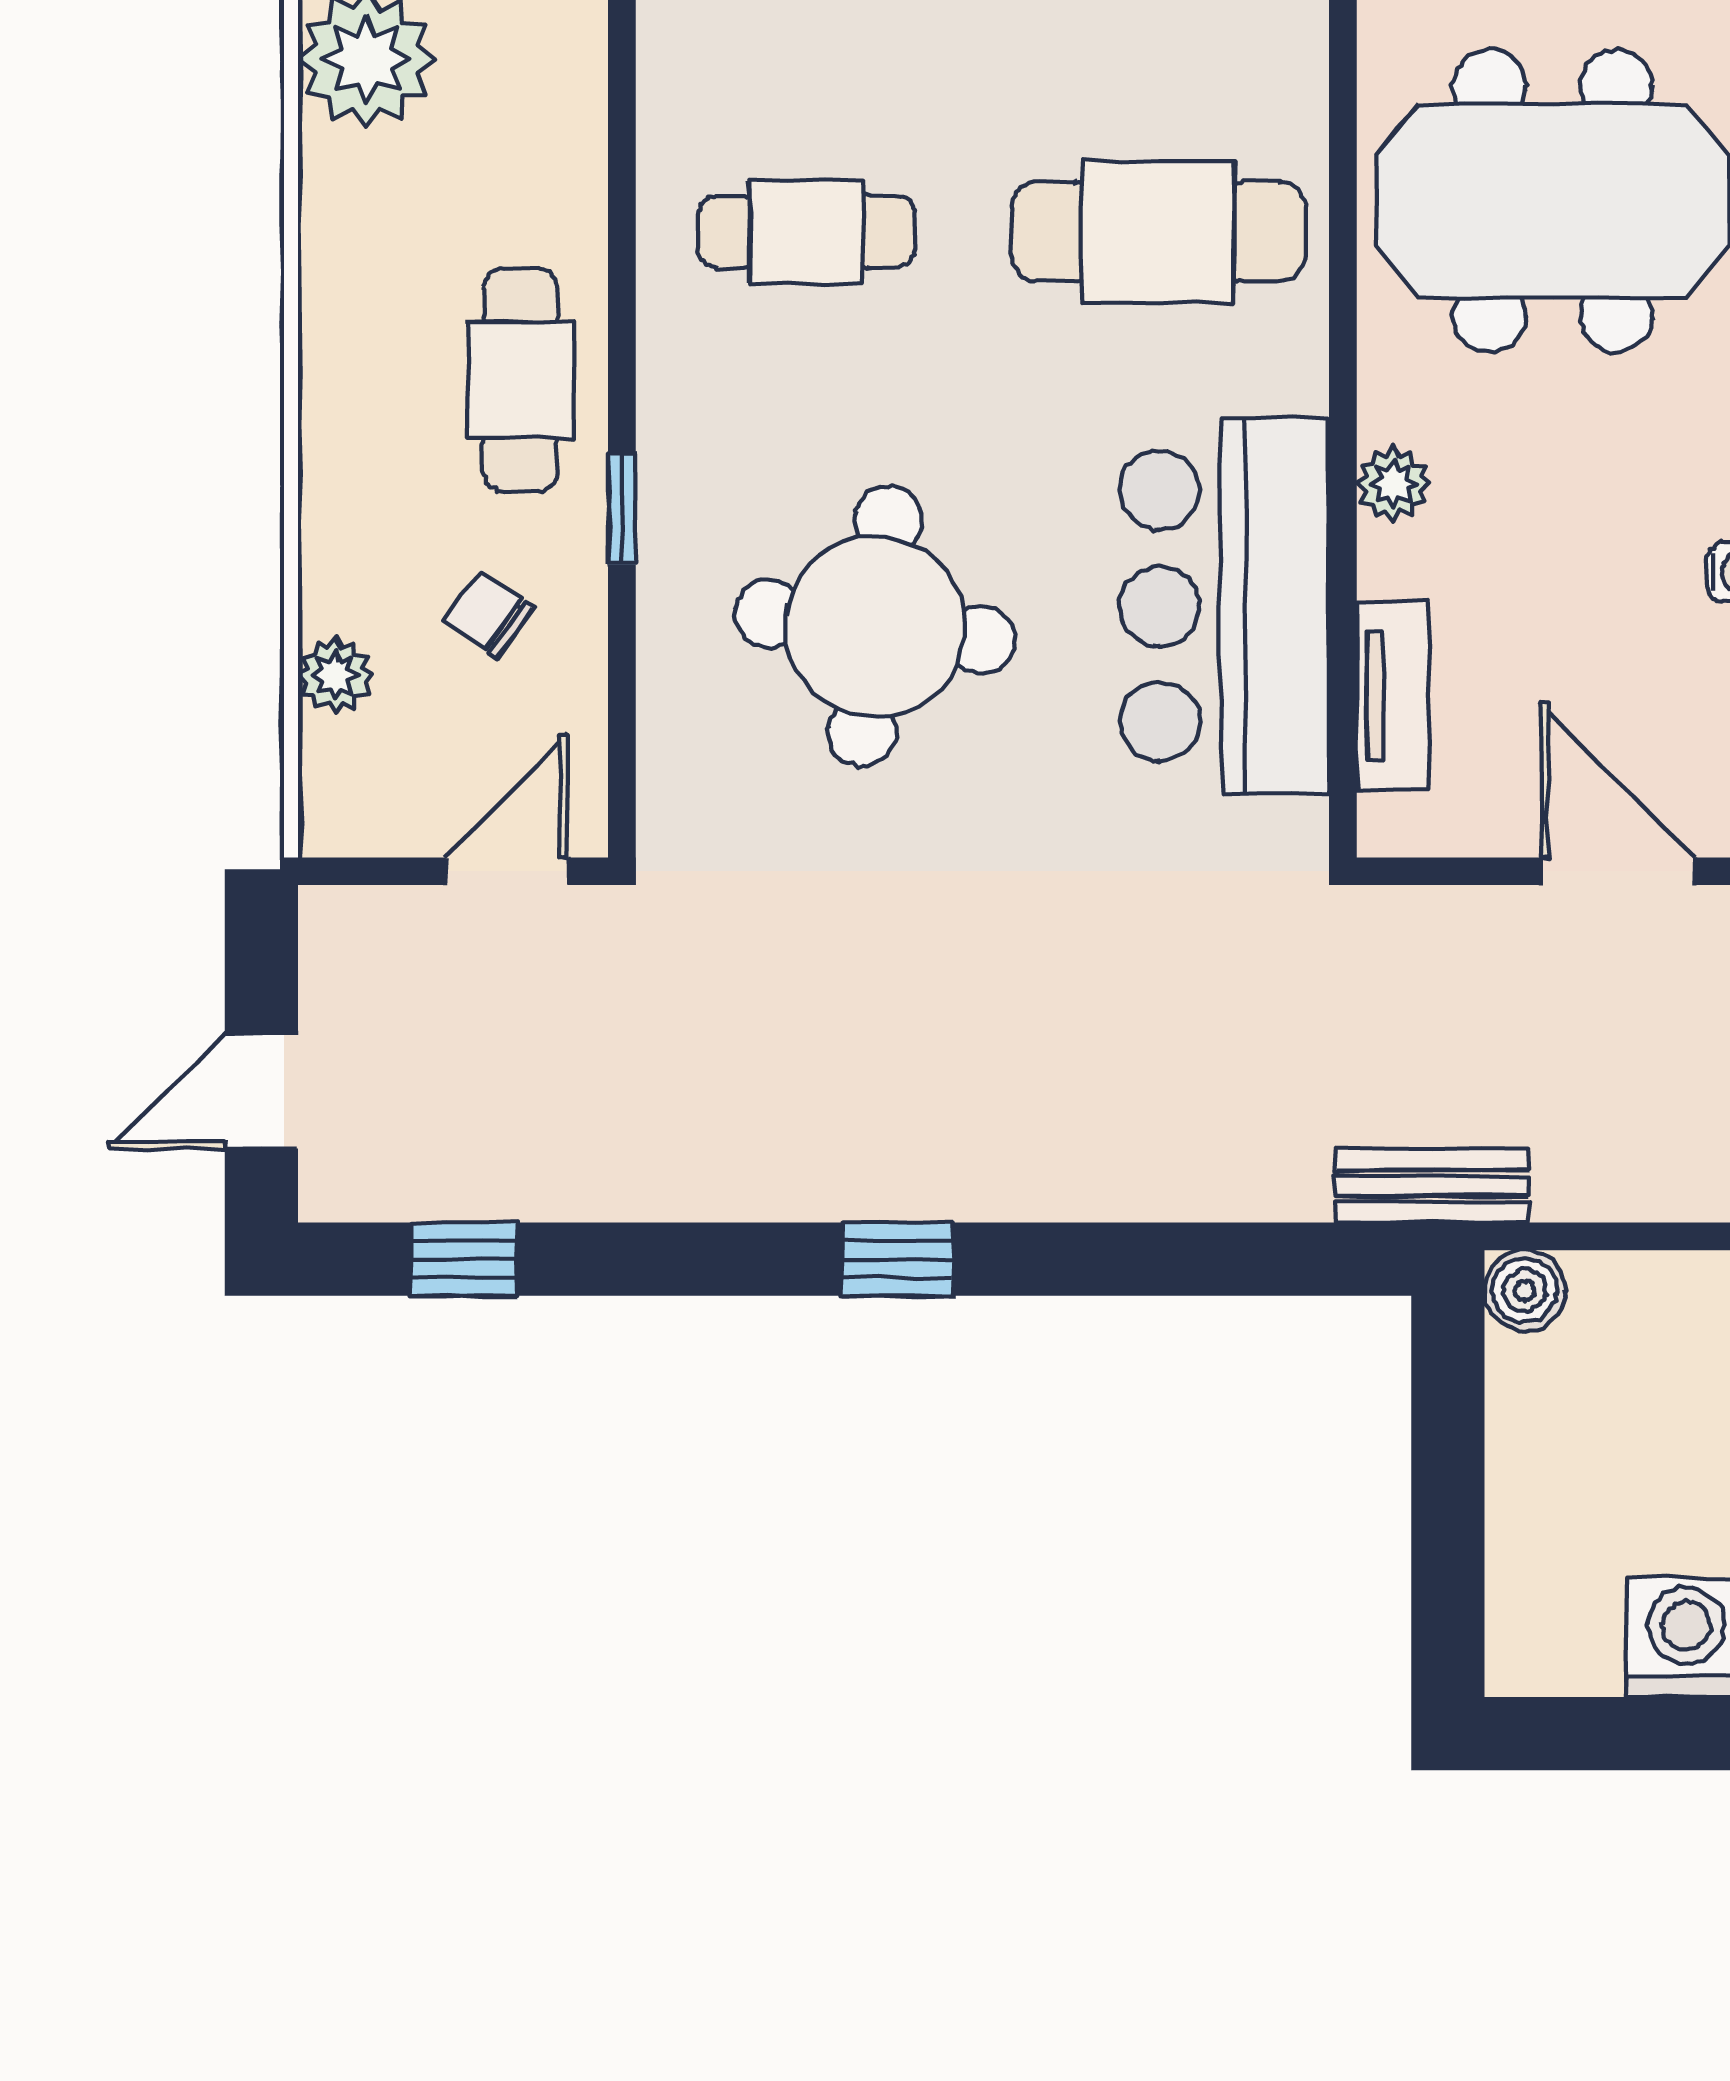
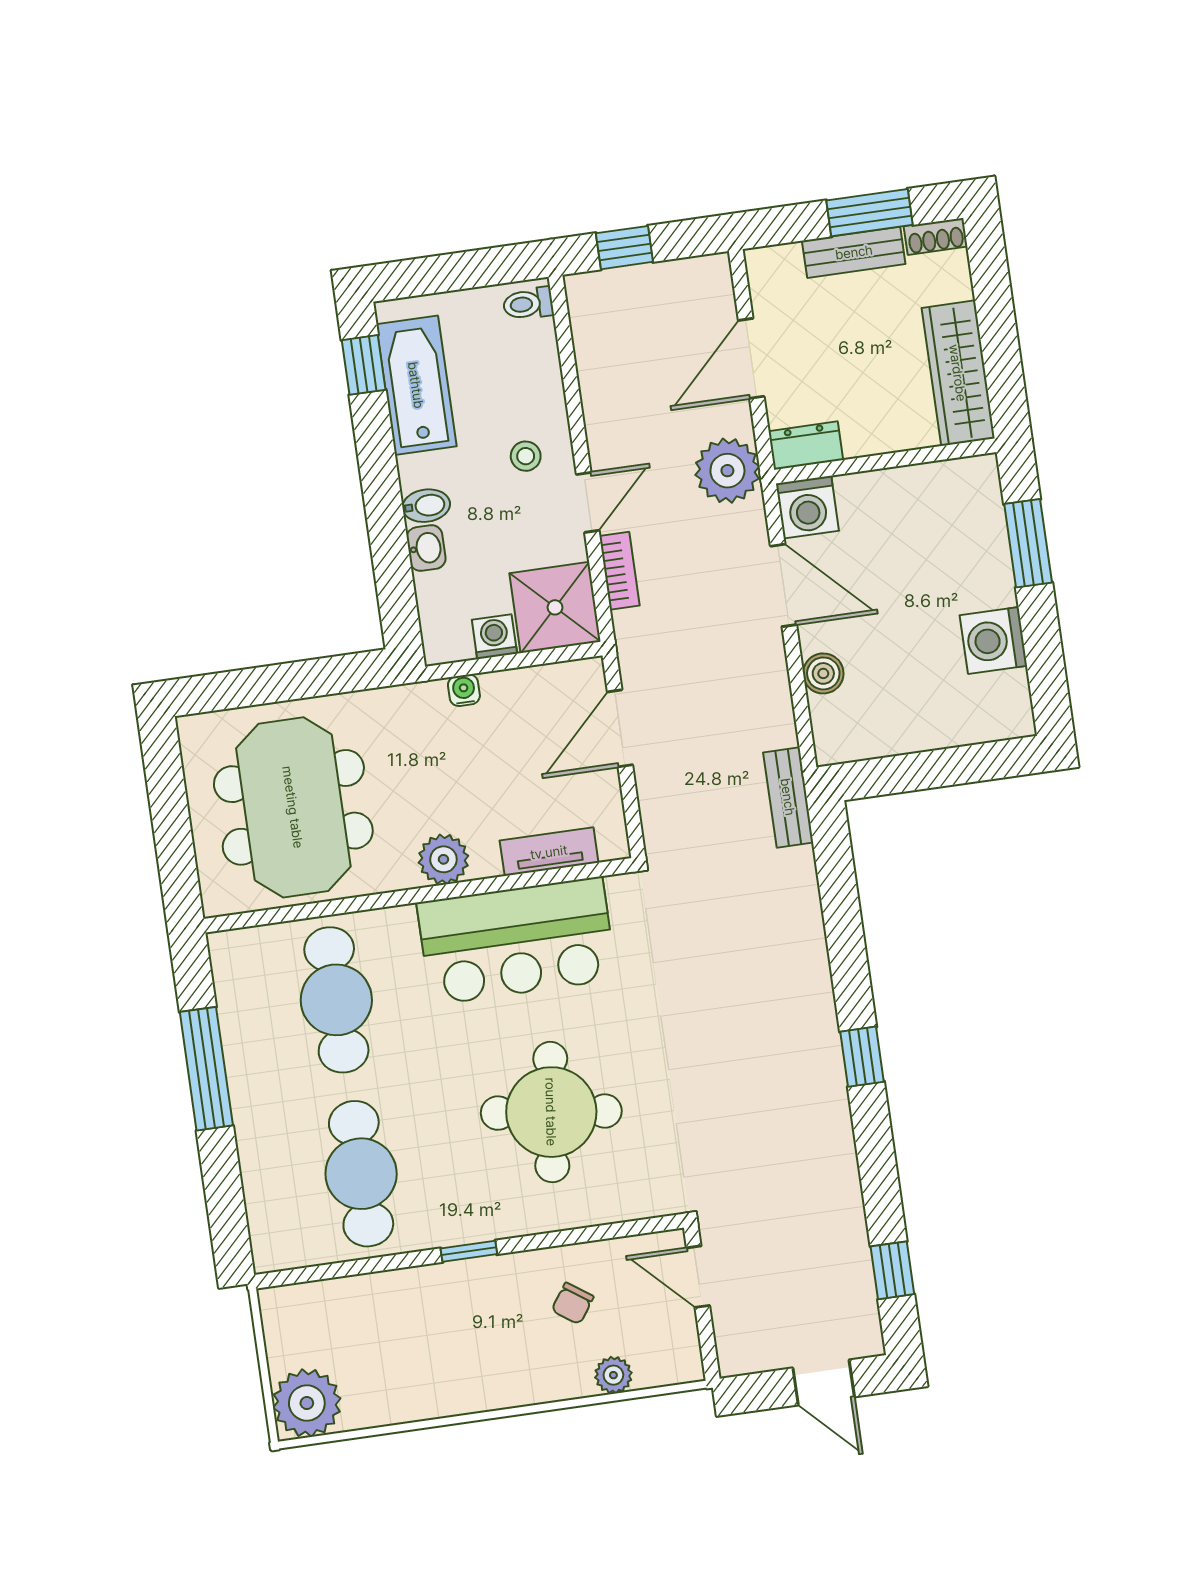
cafe table: (806, 232) -> (361, 1174), width x1.37, depth x1.35
cafe table: (521, 380) -> (454, 1304), removed
plant: (1393, 484) -> (443, 859), width x1.38, depth x1.38
window: (622, 509) -> (469, 1251), moved
boiler: (1525, 1290) -> (823, 673), moved

